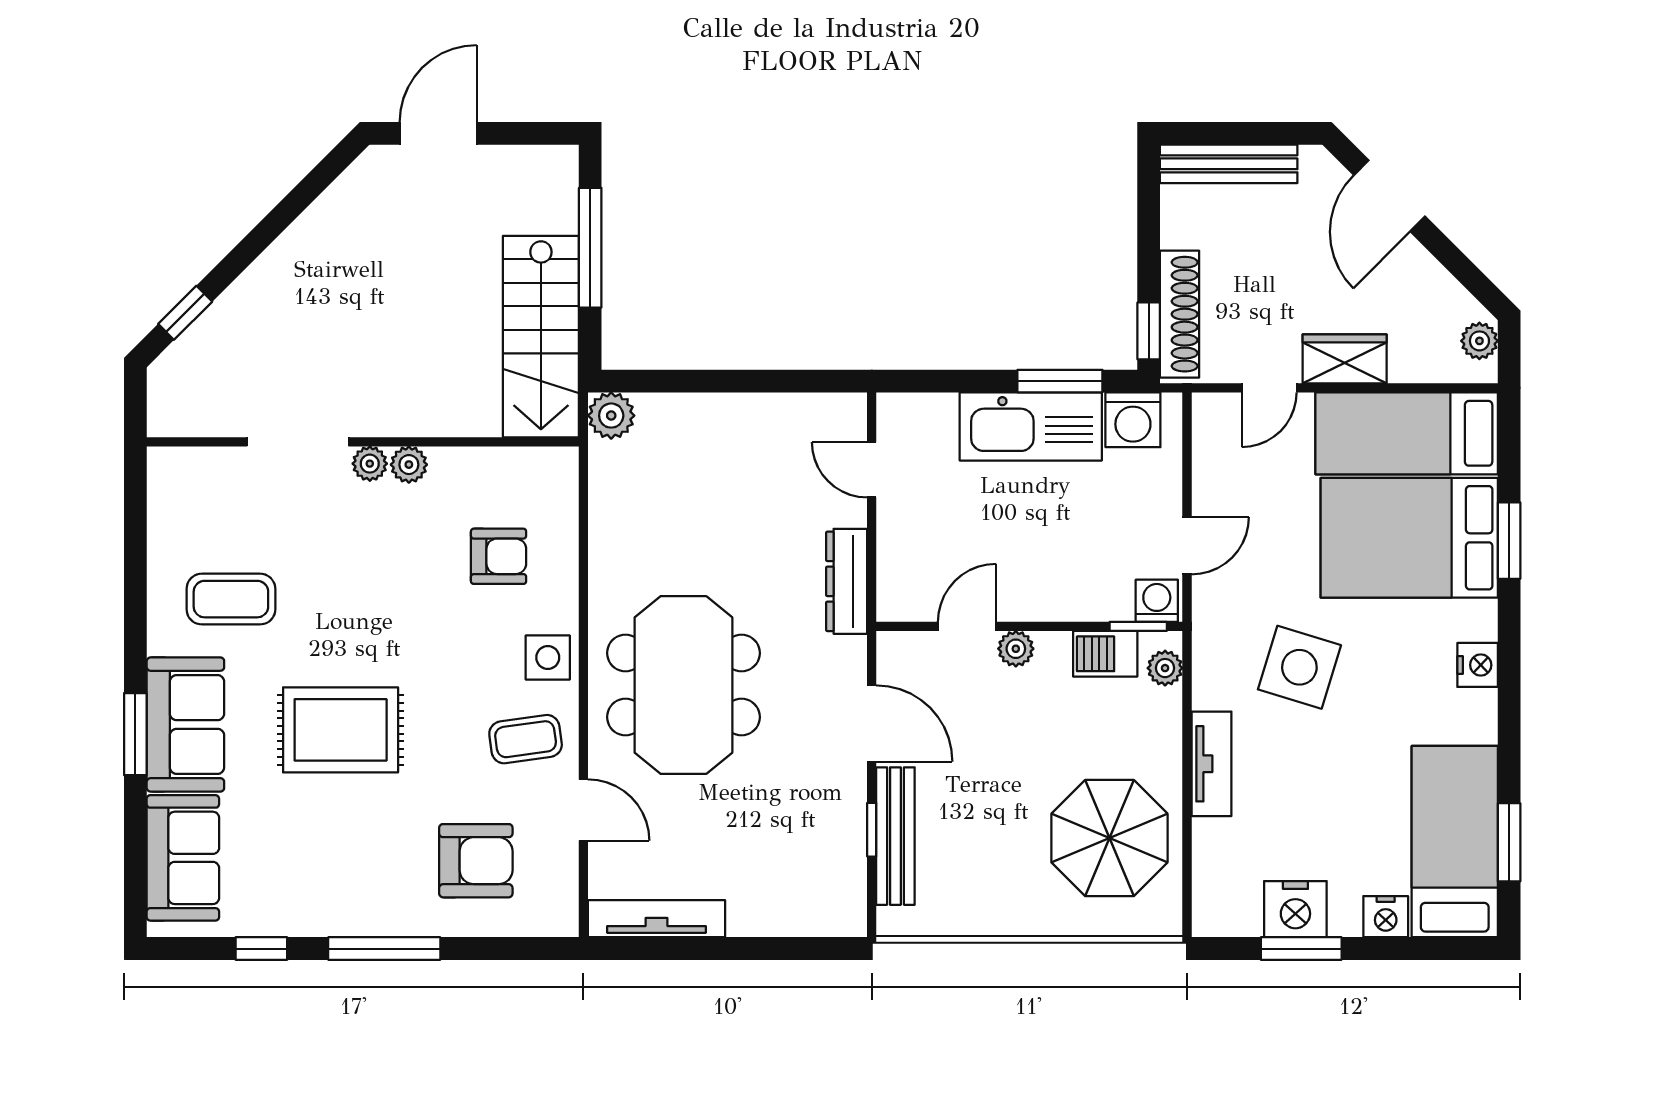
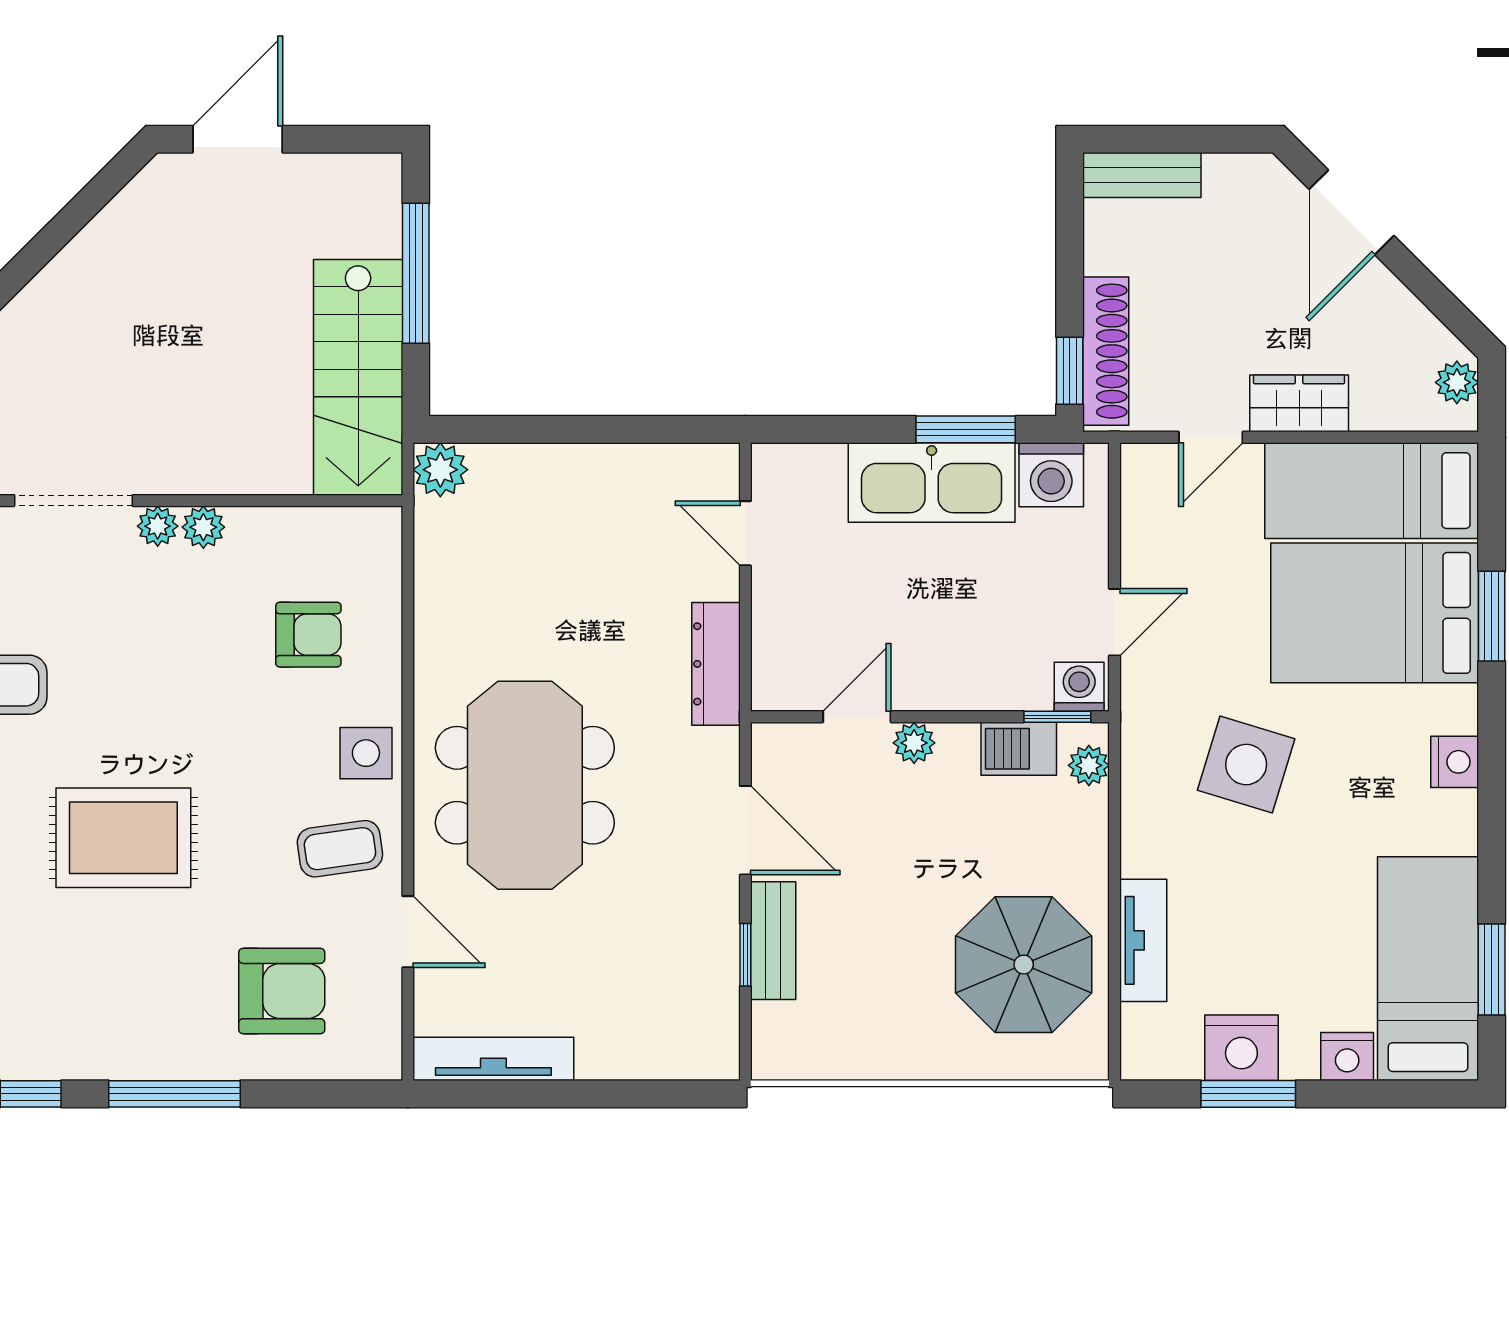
bench: (1229, 164) -> (1142, 175), width x0.73
tv unit: (1211, 764) -> (1143, 940), moved
bench: (895, 836) -> (773, 941), width x0.73

